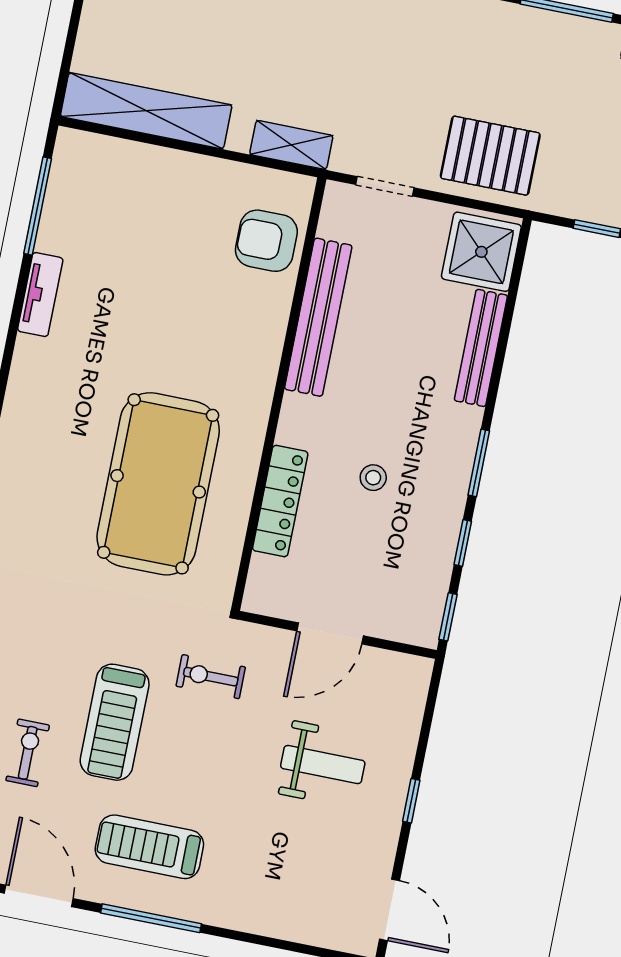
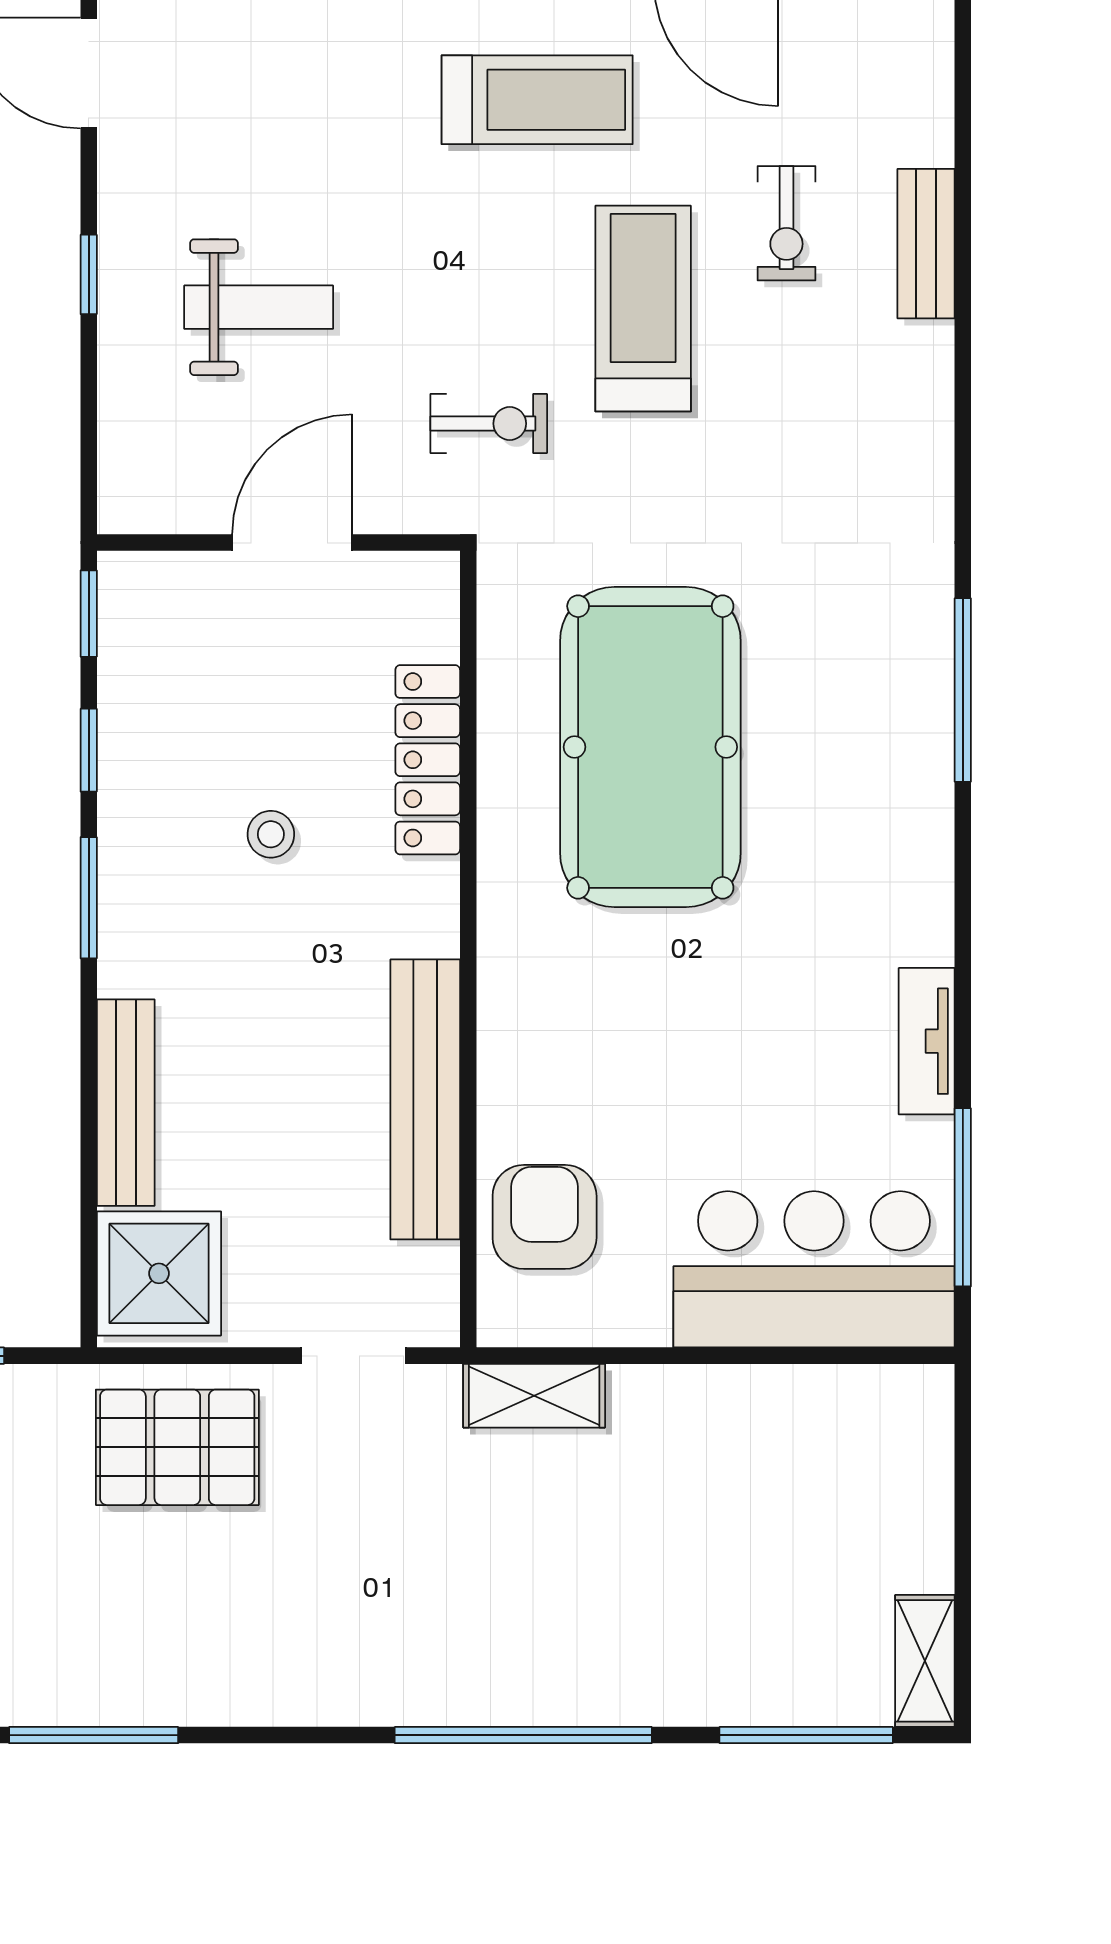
shelving: (146, 111) -> (804, 1405), removed
bar counter: (126, 183) -> (814, 1269), added
armchair: (266, 241) -> (545, 1217), turned -90
weight bench: (323, 765) -> (259, 307), turned 180

